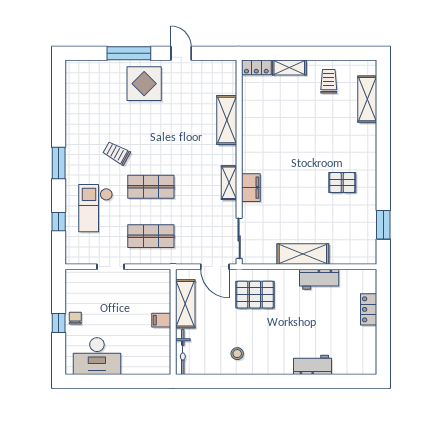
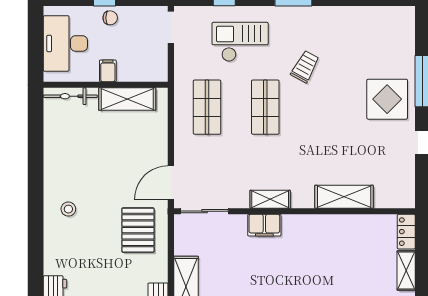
doorway: (111, 267) -> (171, 27), moved
shelving: (185, 304) -> (127, 99), moved
filing cabinet: (161, 320) -> (108, 71), moved
wall: (173, 322) -> (106, 85), moved
bicycle: (183, 352) -> (70, 96), moved

